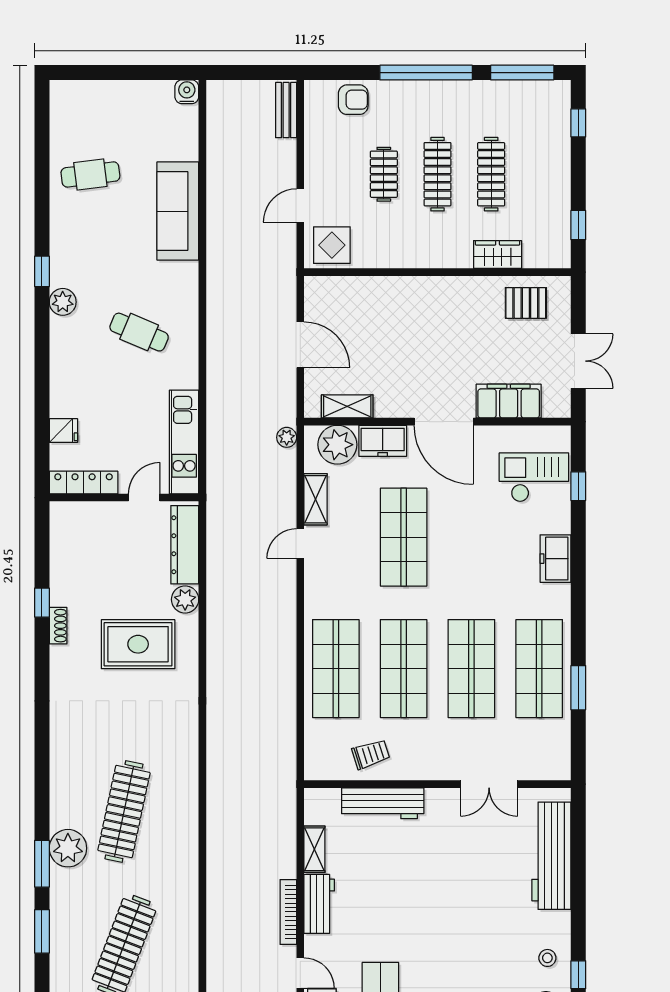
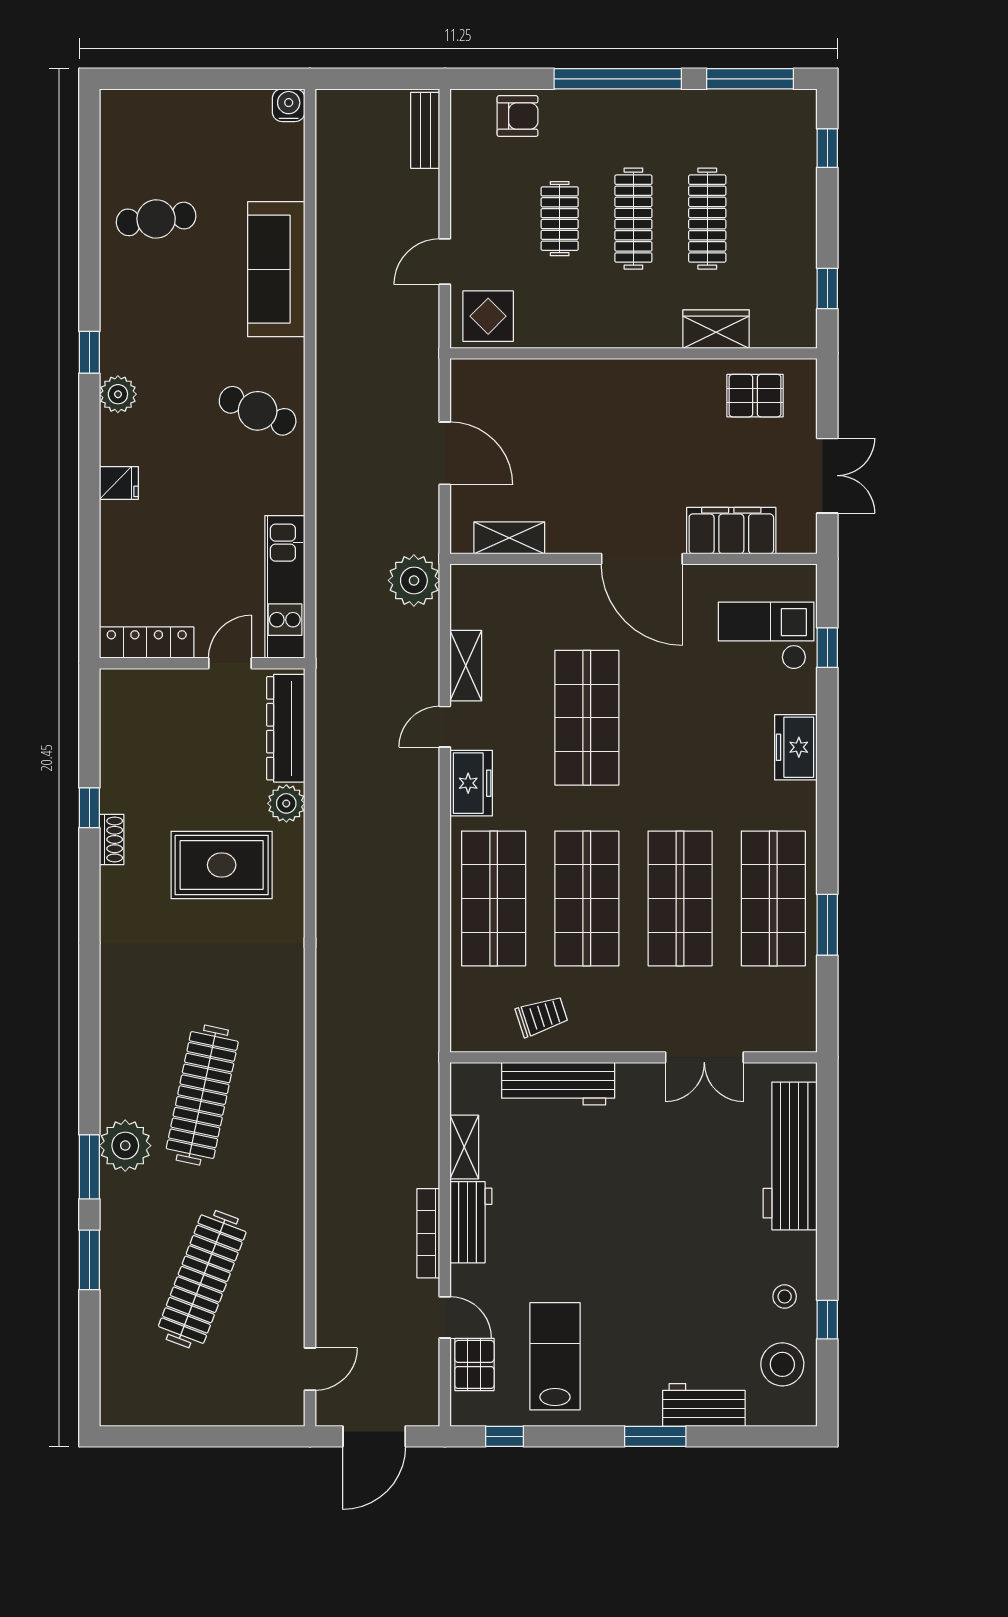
cafe table: (139, 332) -> (258, 411), moved
fridge: (63, 431) -> (119, 483), moved
plant: (287, 437) -> (414, 580), width x1.88, depth x1.88
freezer: (383, 441) -> (471, 783), moved, turned -90
plant: (337, 445) -> (496, 591), removed

